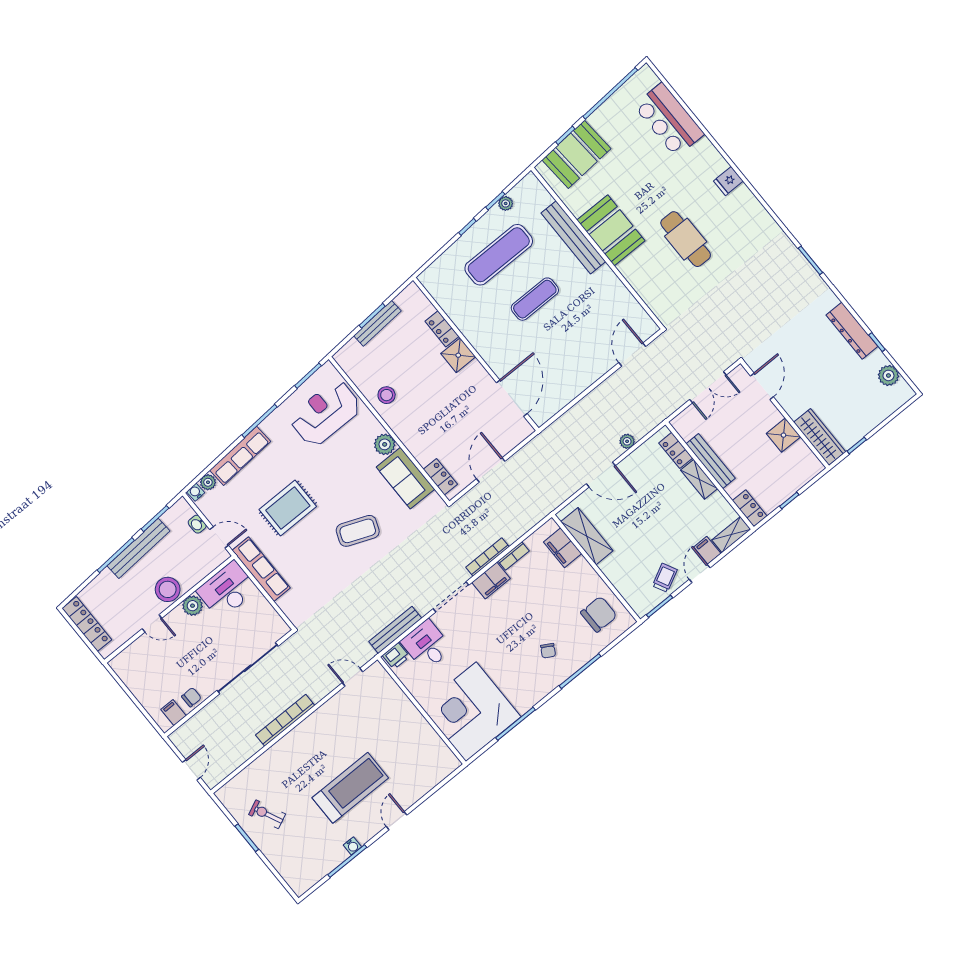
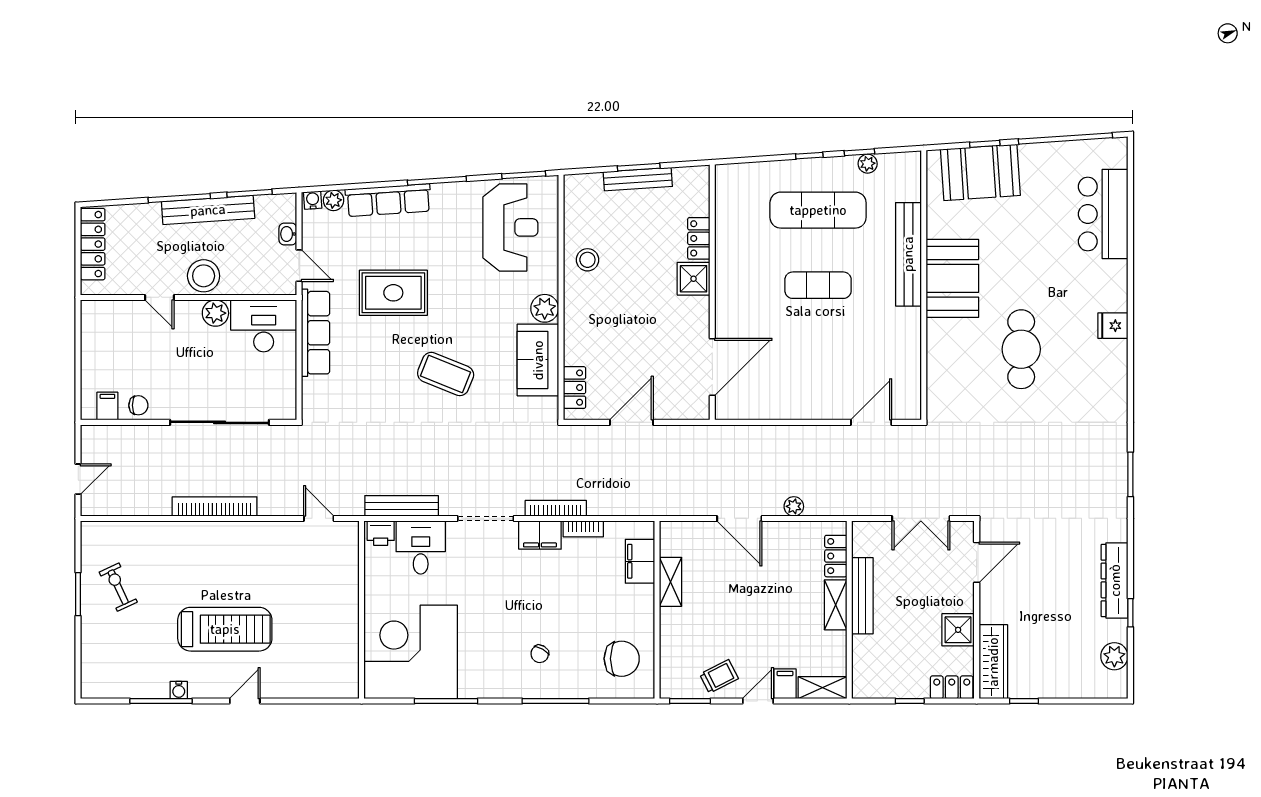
reception desk: (325, 413) -> (510, 227), turned 90
locker: (750, 508) -> (952, 687), moved, turned -90
shelving: (587, 536) -> (670, 582), width x0.67, depth x0.75

